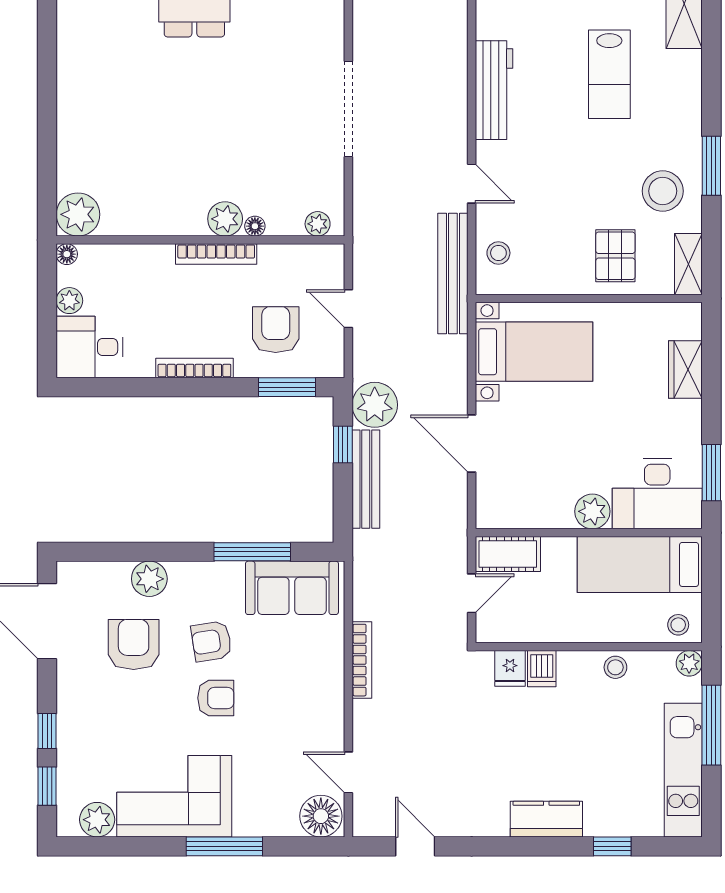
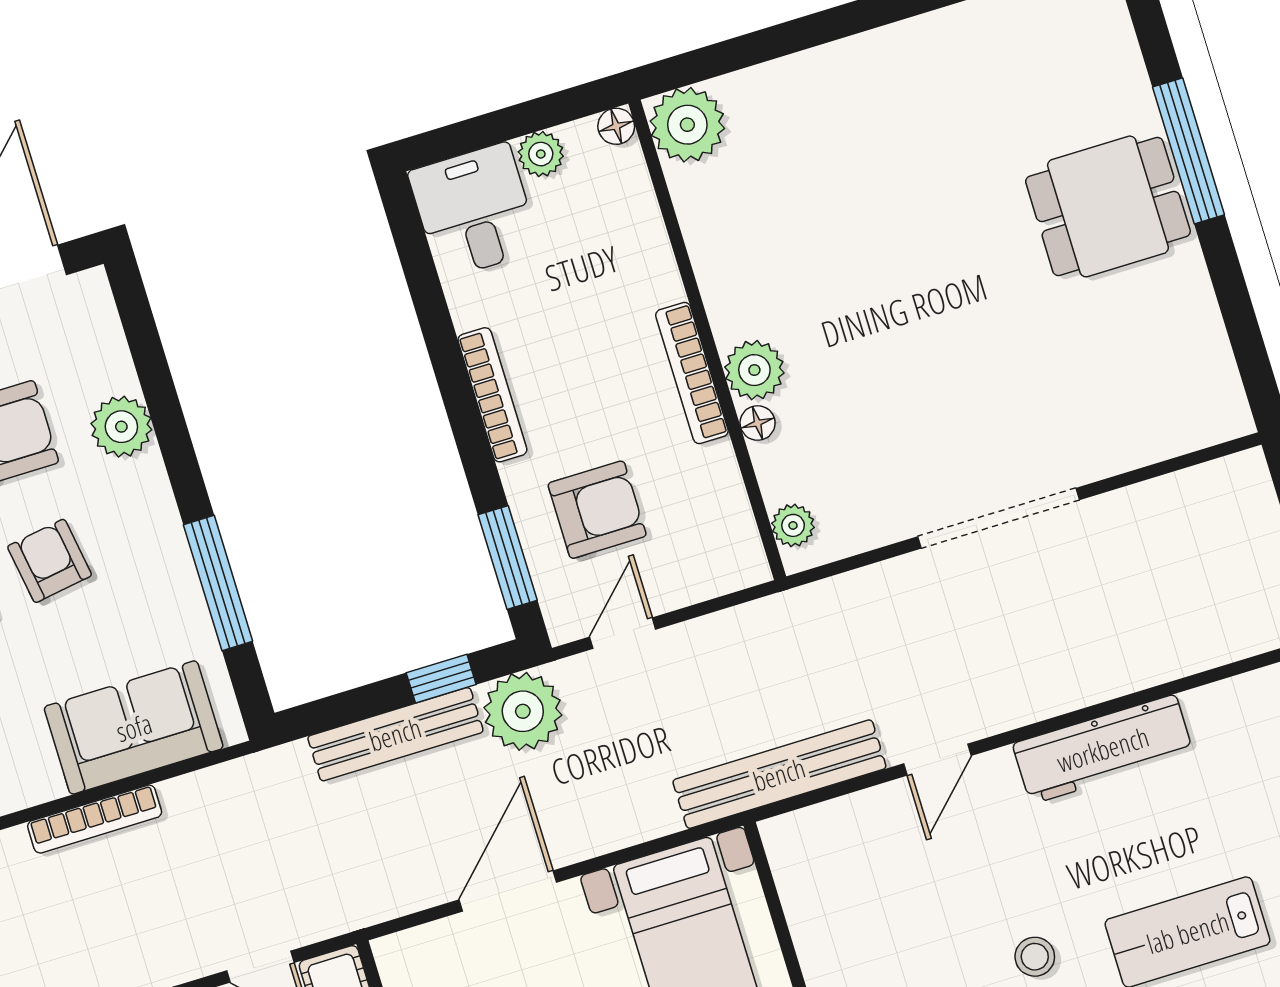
stool: (498, 253) -> (1035, 957), moved
door: (348, 309) -> (623, 633), moved
sofa: (292, 588) -> (134, 727), moved, turned 90

